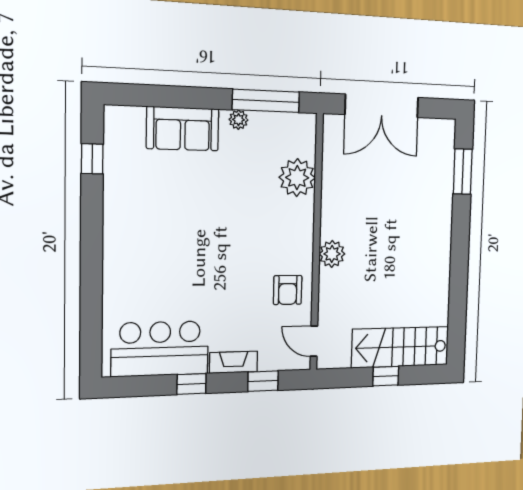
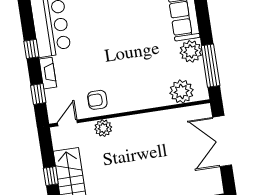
plant: (238, 120) -> (191, 51), width x1.88, depth x1.88
plant: (297, 178) -> (181, 92), moved
plant: (332, 254) -> (103, 128), moved

